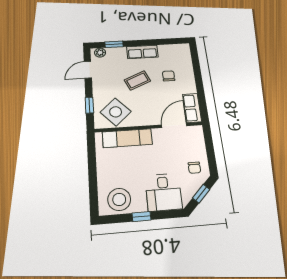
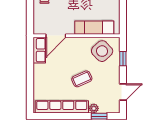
row of seats: (142, 52) -> (62, 107), width x2.02
plant: (100, 53) -> (94, 108), moved
chair: (169, 76) -> (55, 81), removed

